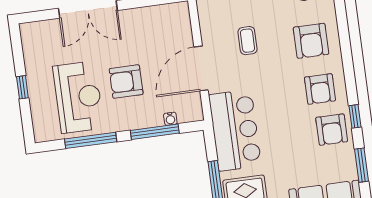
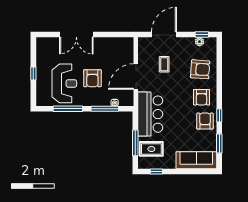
armchair: (311, 41) -> (200, 69), turned -86
armchair: (126, 82) -> (92, 78), turned -90
armchair: (332, 130) -> (205, 121), turned 180

